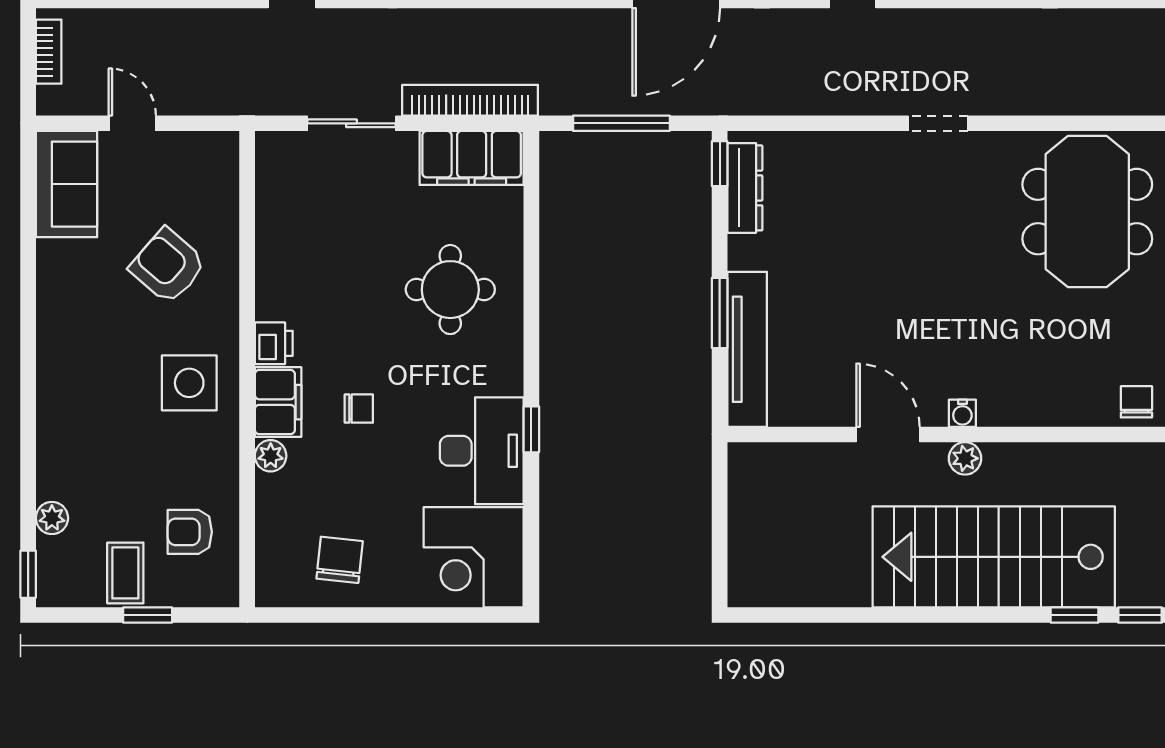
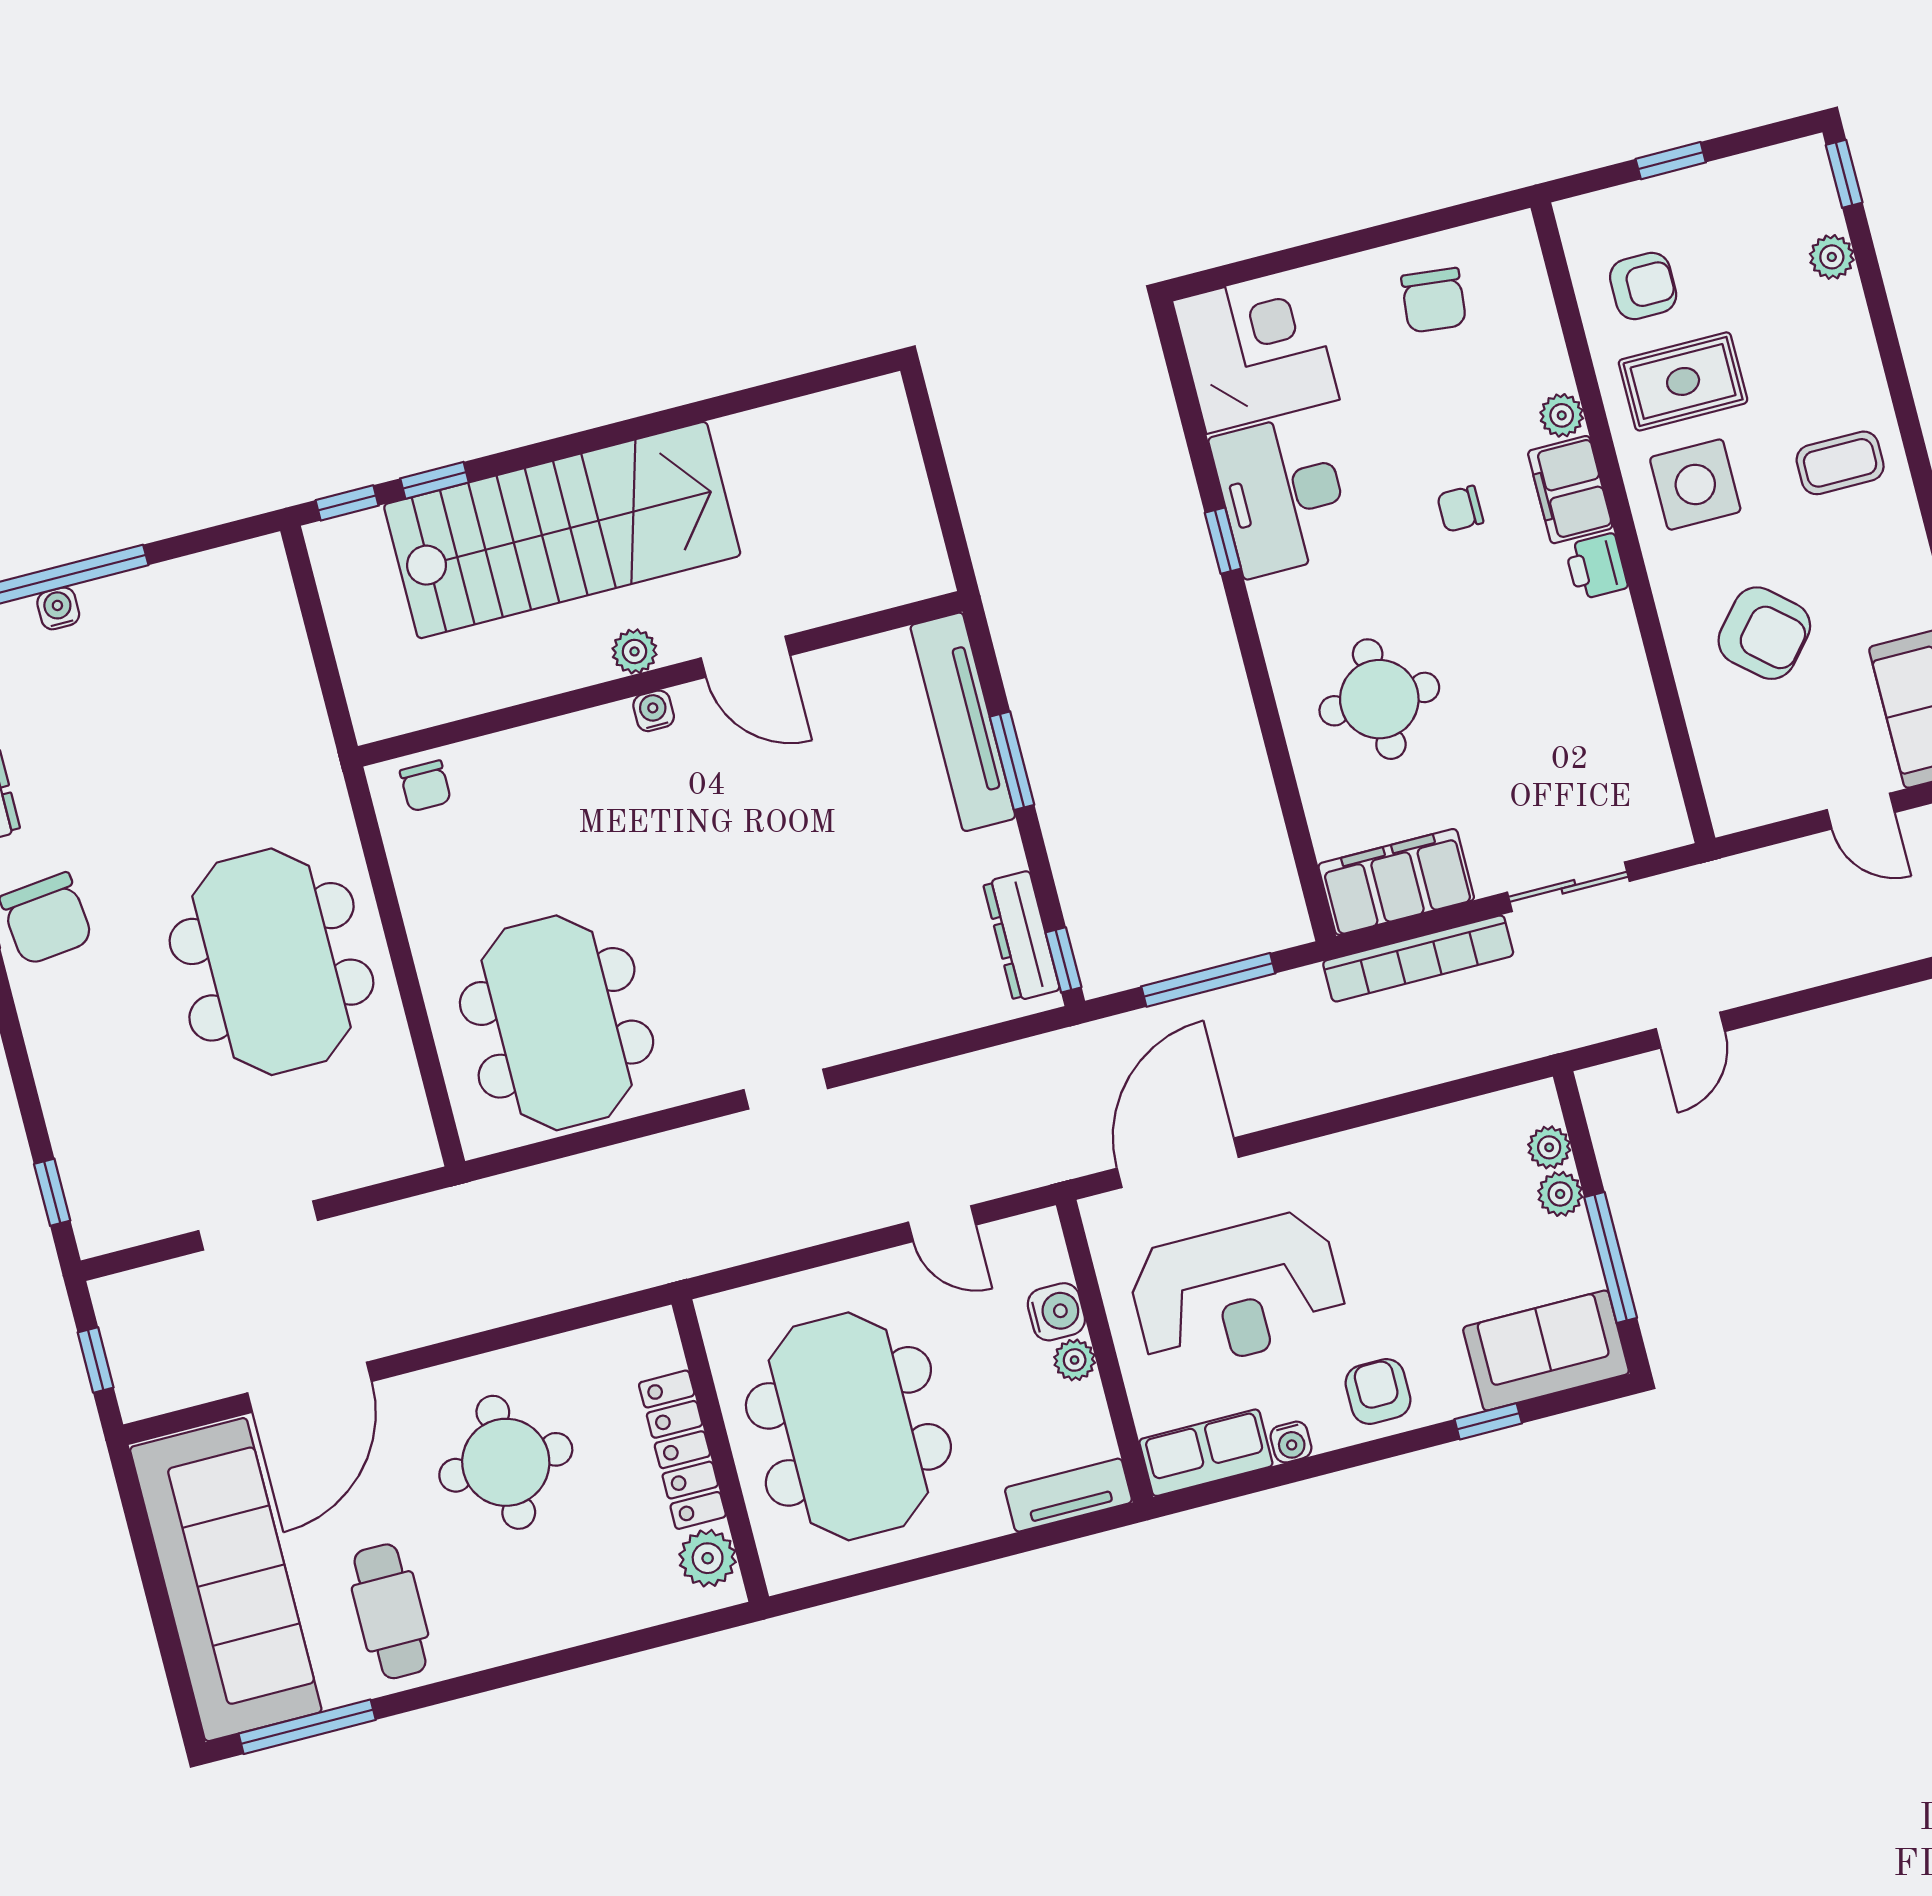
rug: (179, 458) -> (1683, 381), added
coffee table: (125, 573) -> (1840, 463), moved, turned 90

